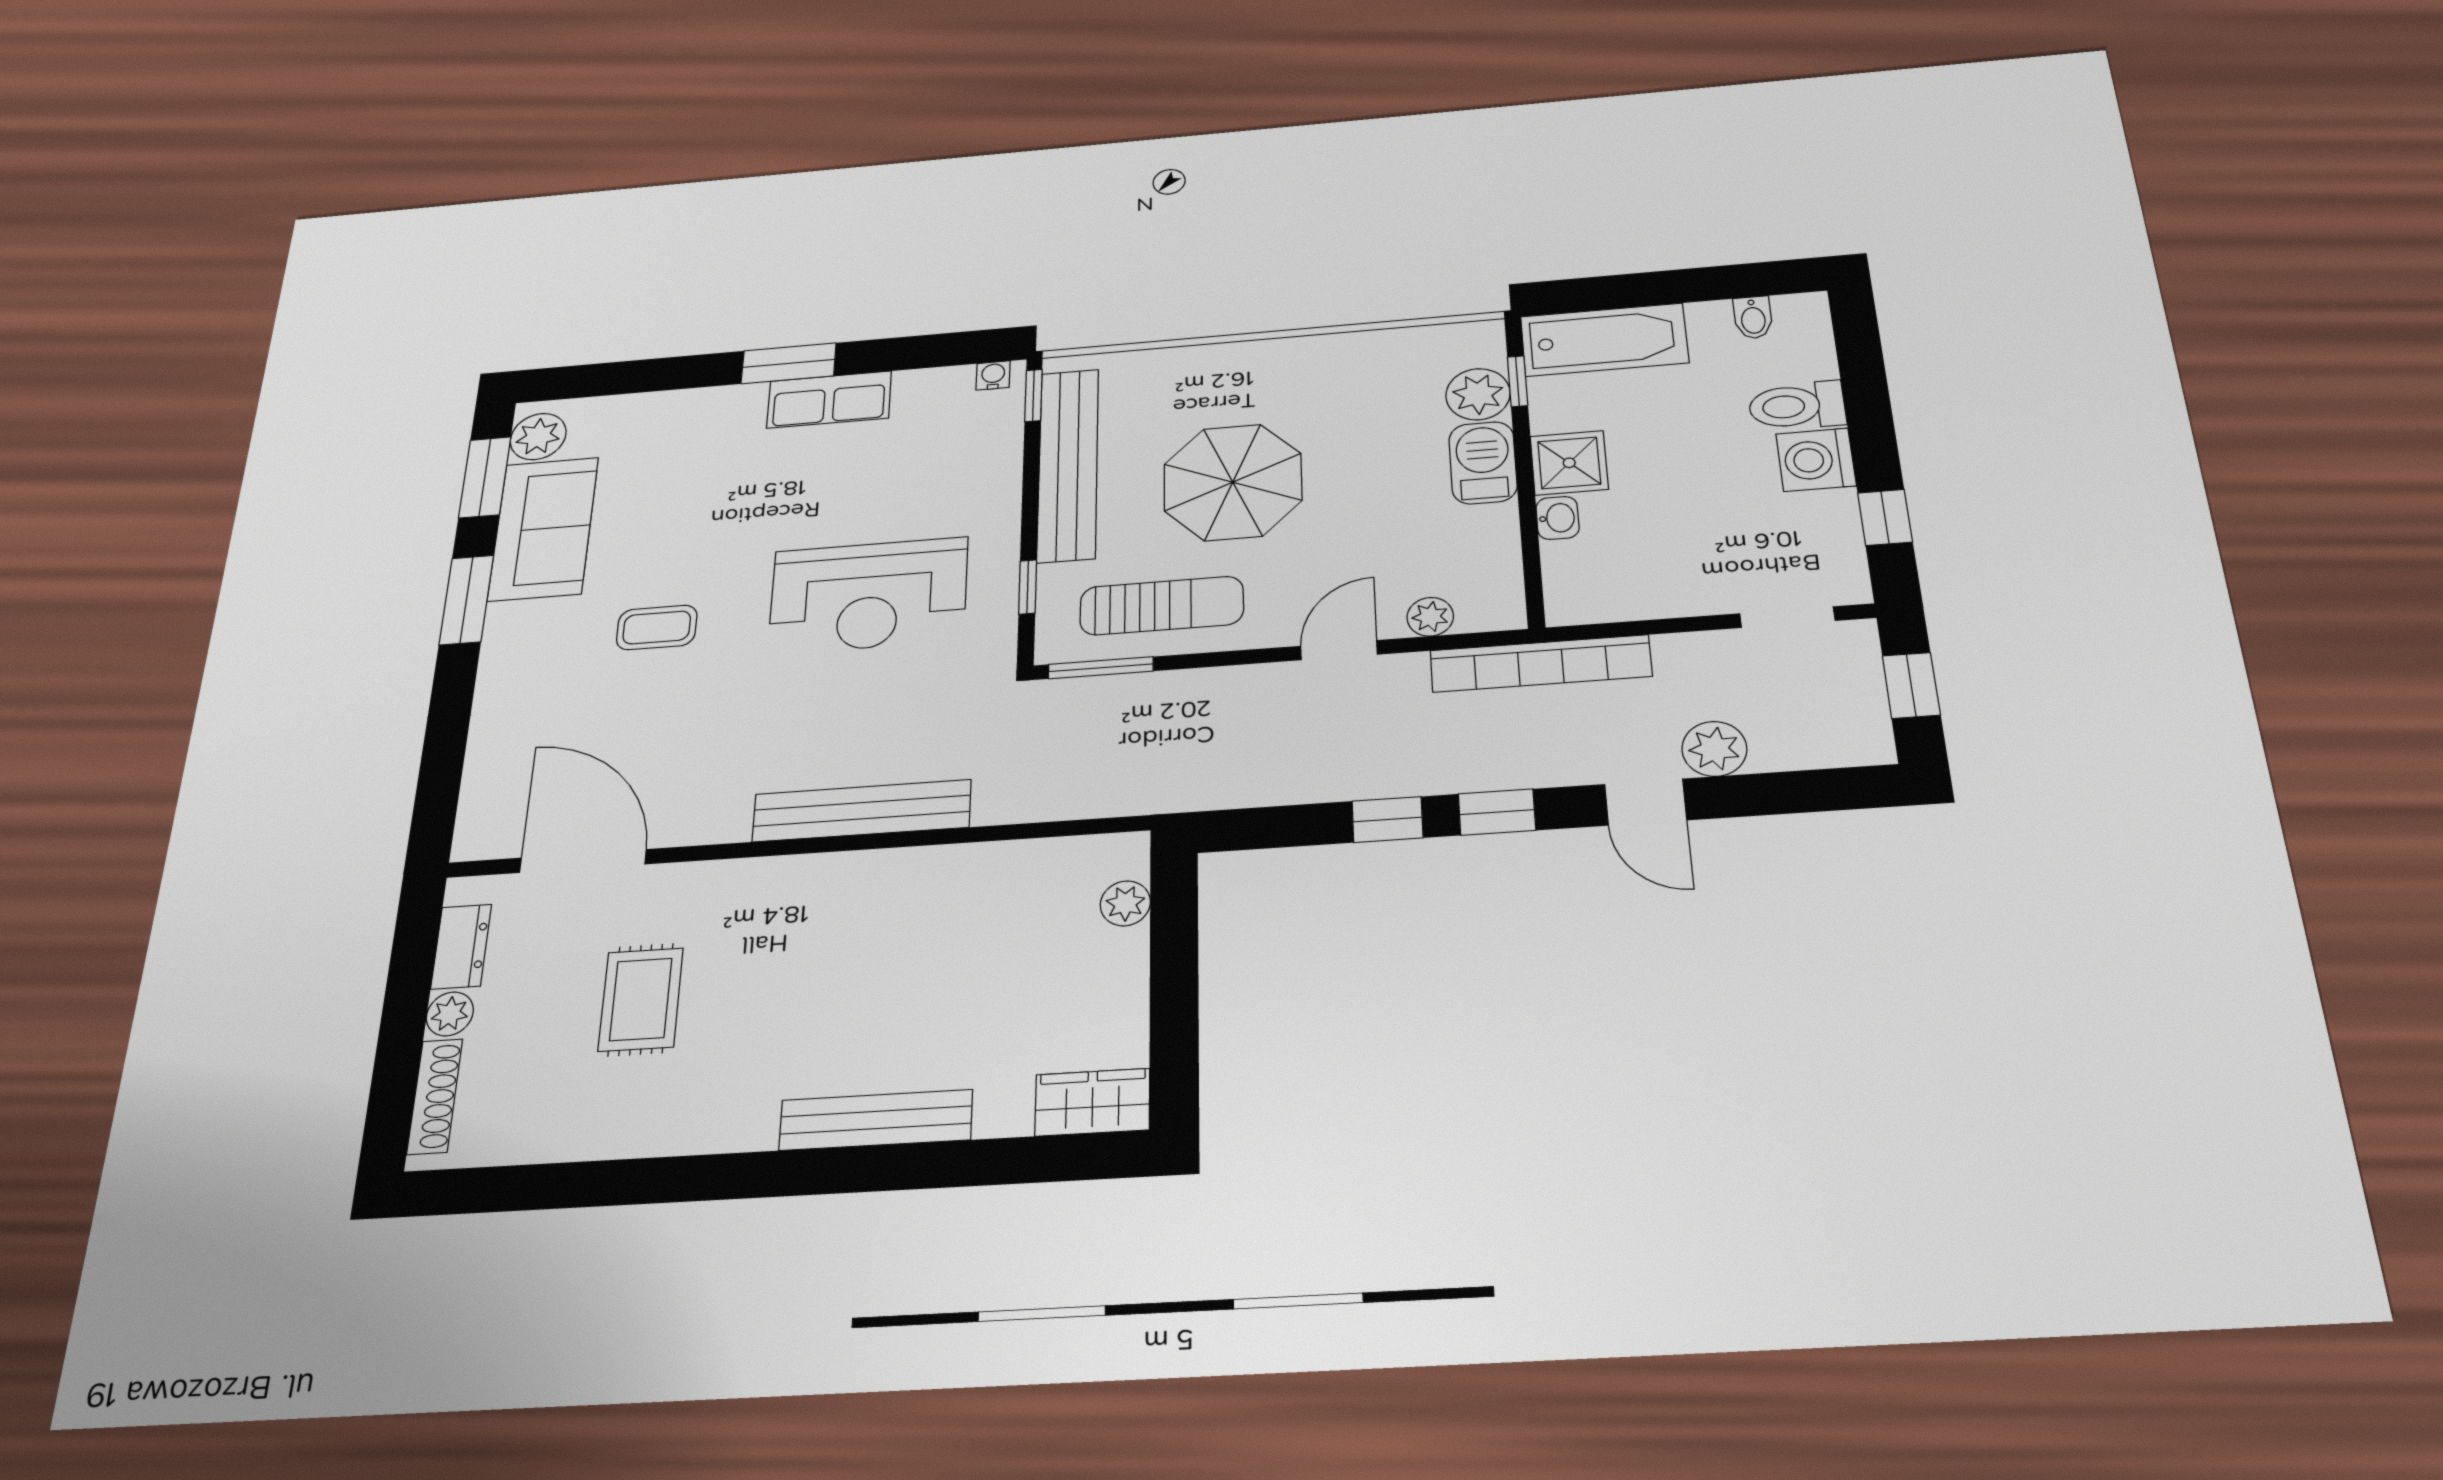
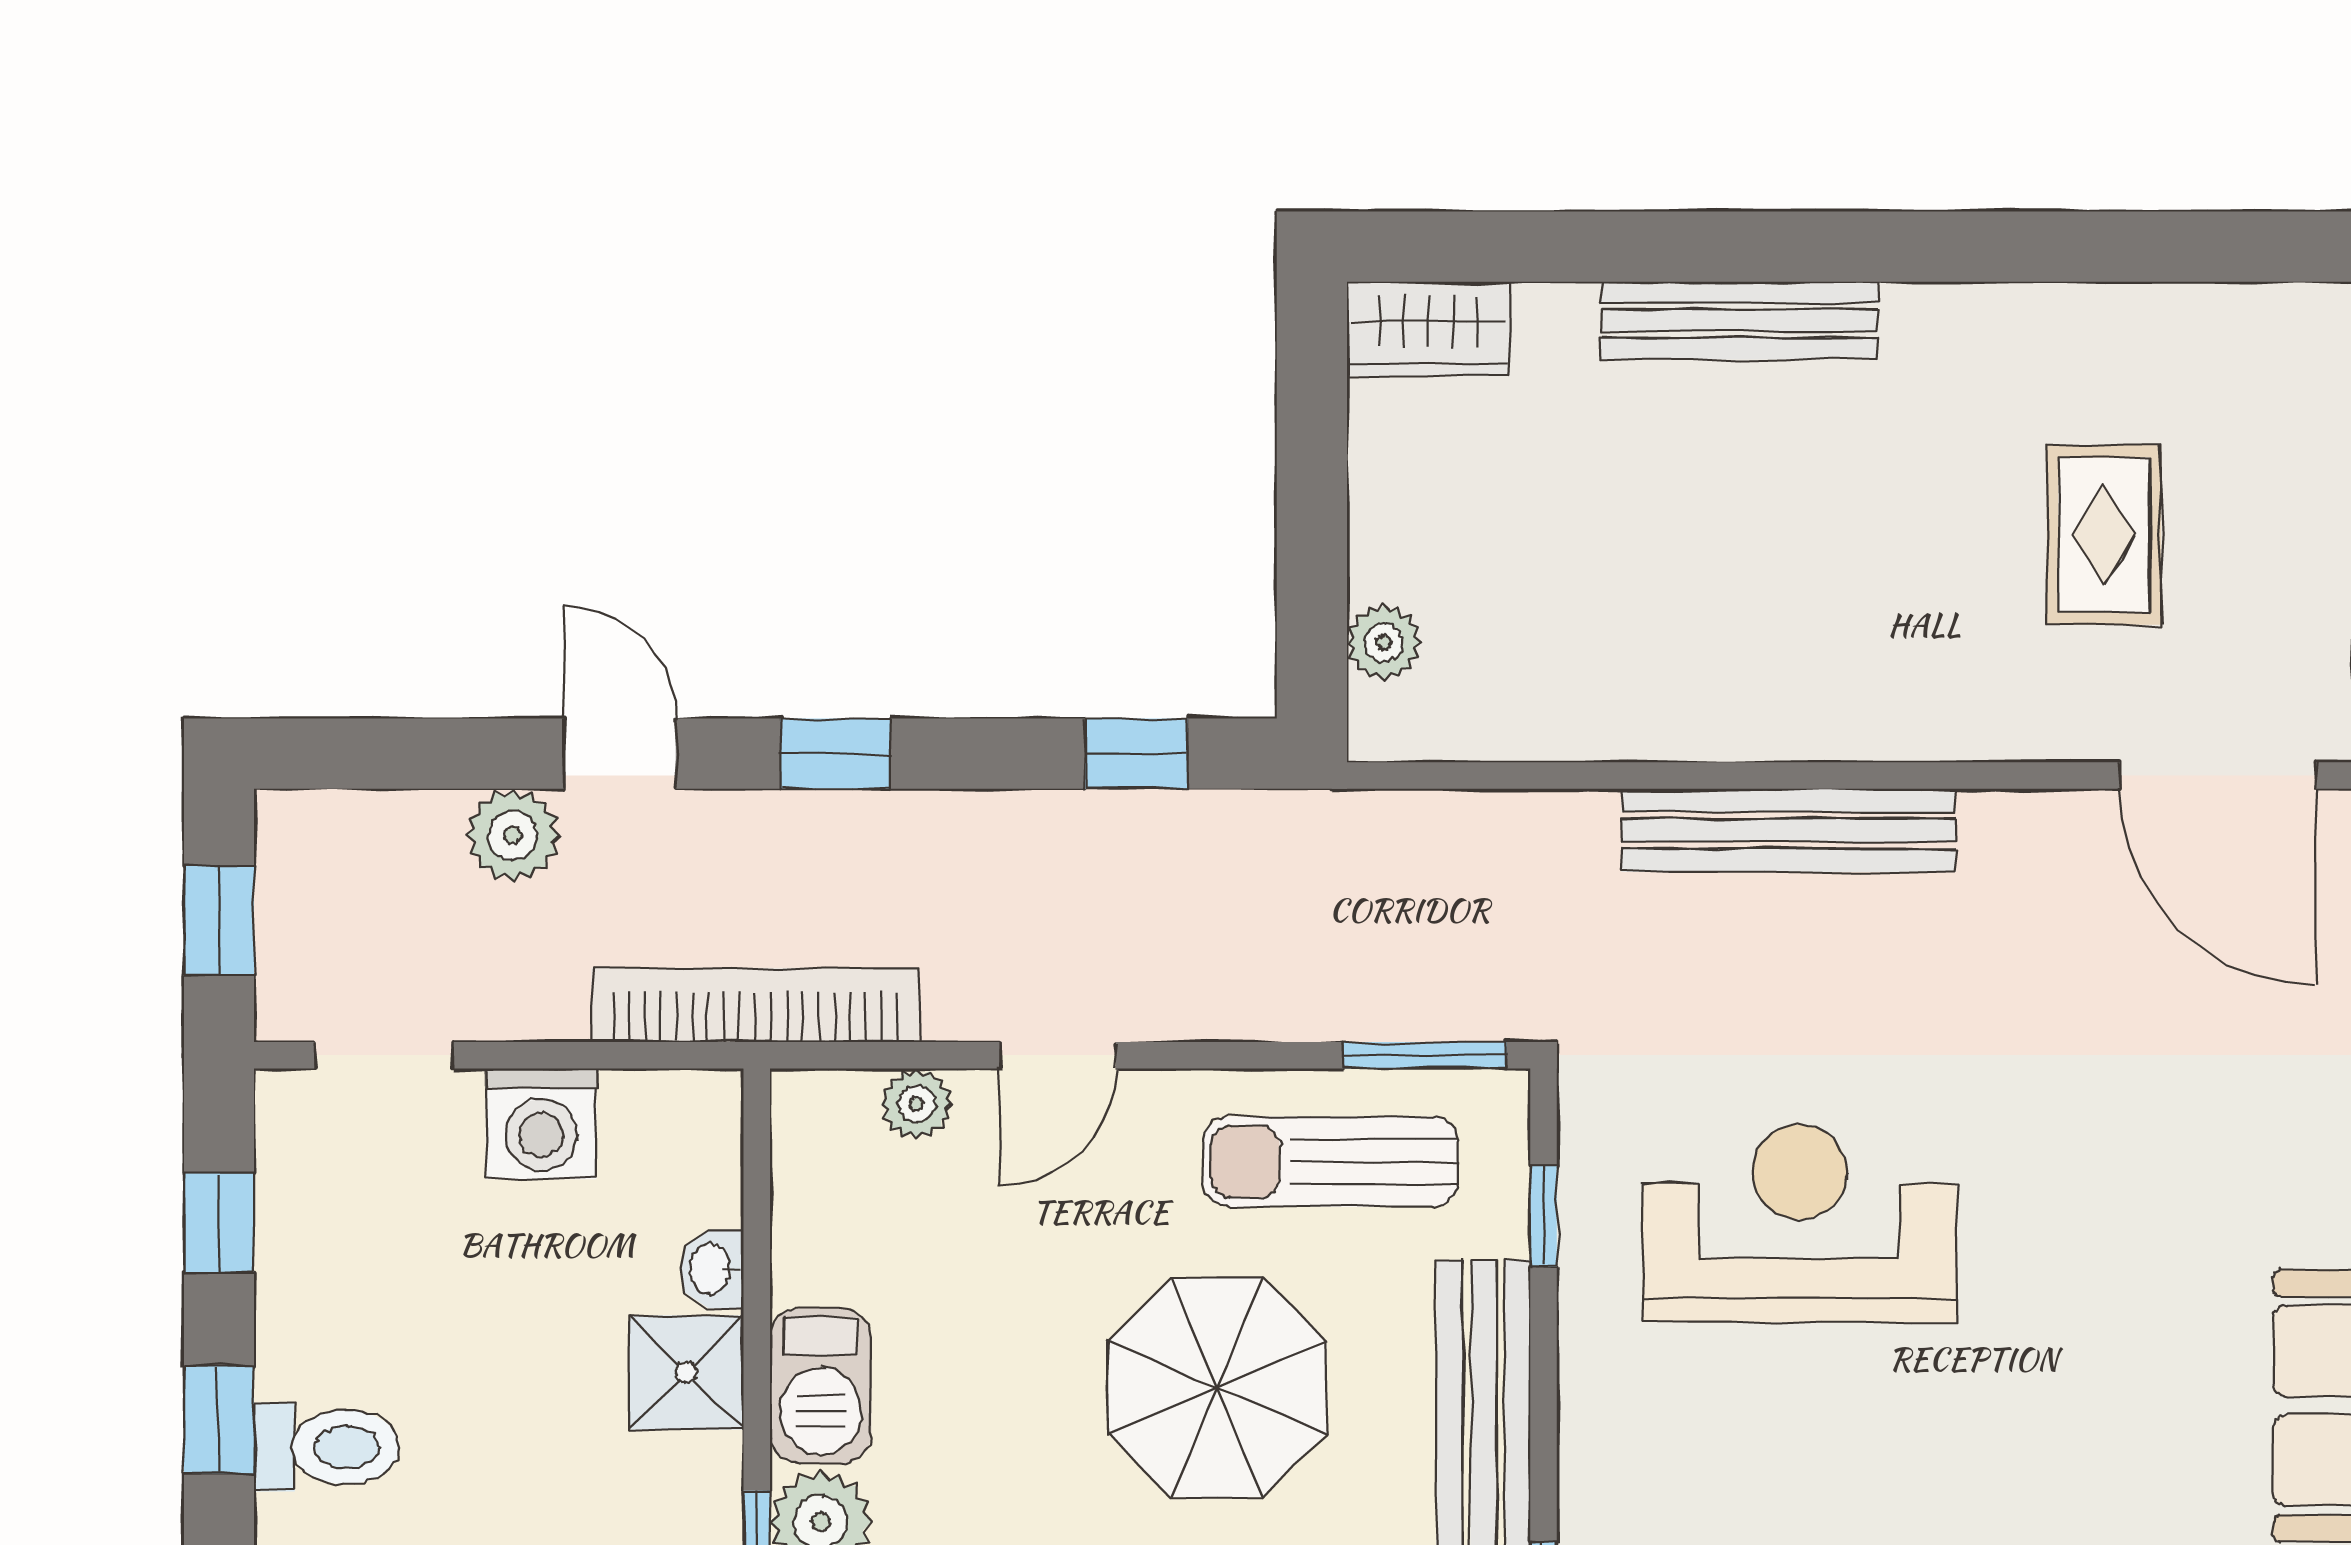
window: (1869, 414) -> (219, 1420), added
washing machine: (1816, 460) -> (541, 1124), moved, turned 90
coffee table: (657, 627) -> (2141, 1193), removed
window: (1387, 819) -> (1136, 754), moved

